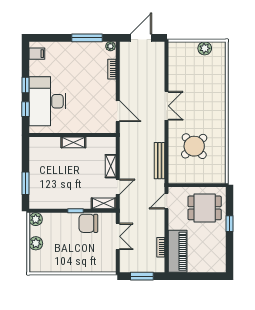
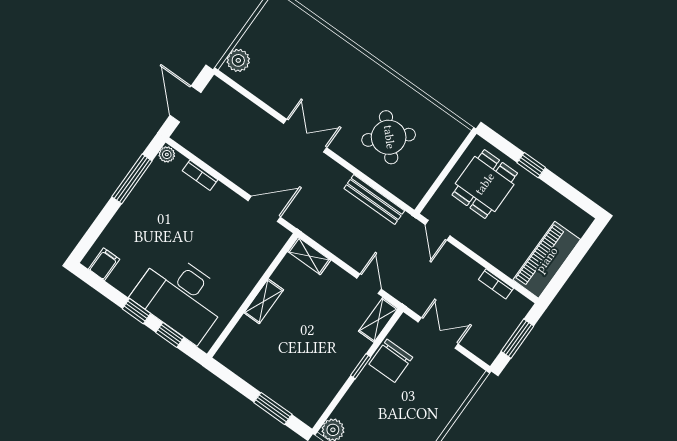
plant: (205, 48) -> (238, 60), moved
shelving: (111, 166) -> (309, 256), moved
piano: (178, 251) -> (547, 260), moved, turned -90

